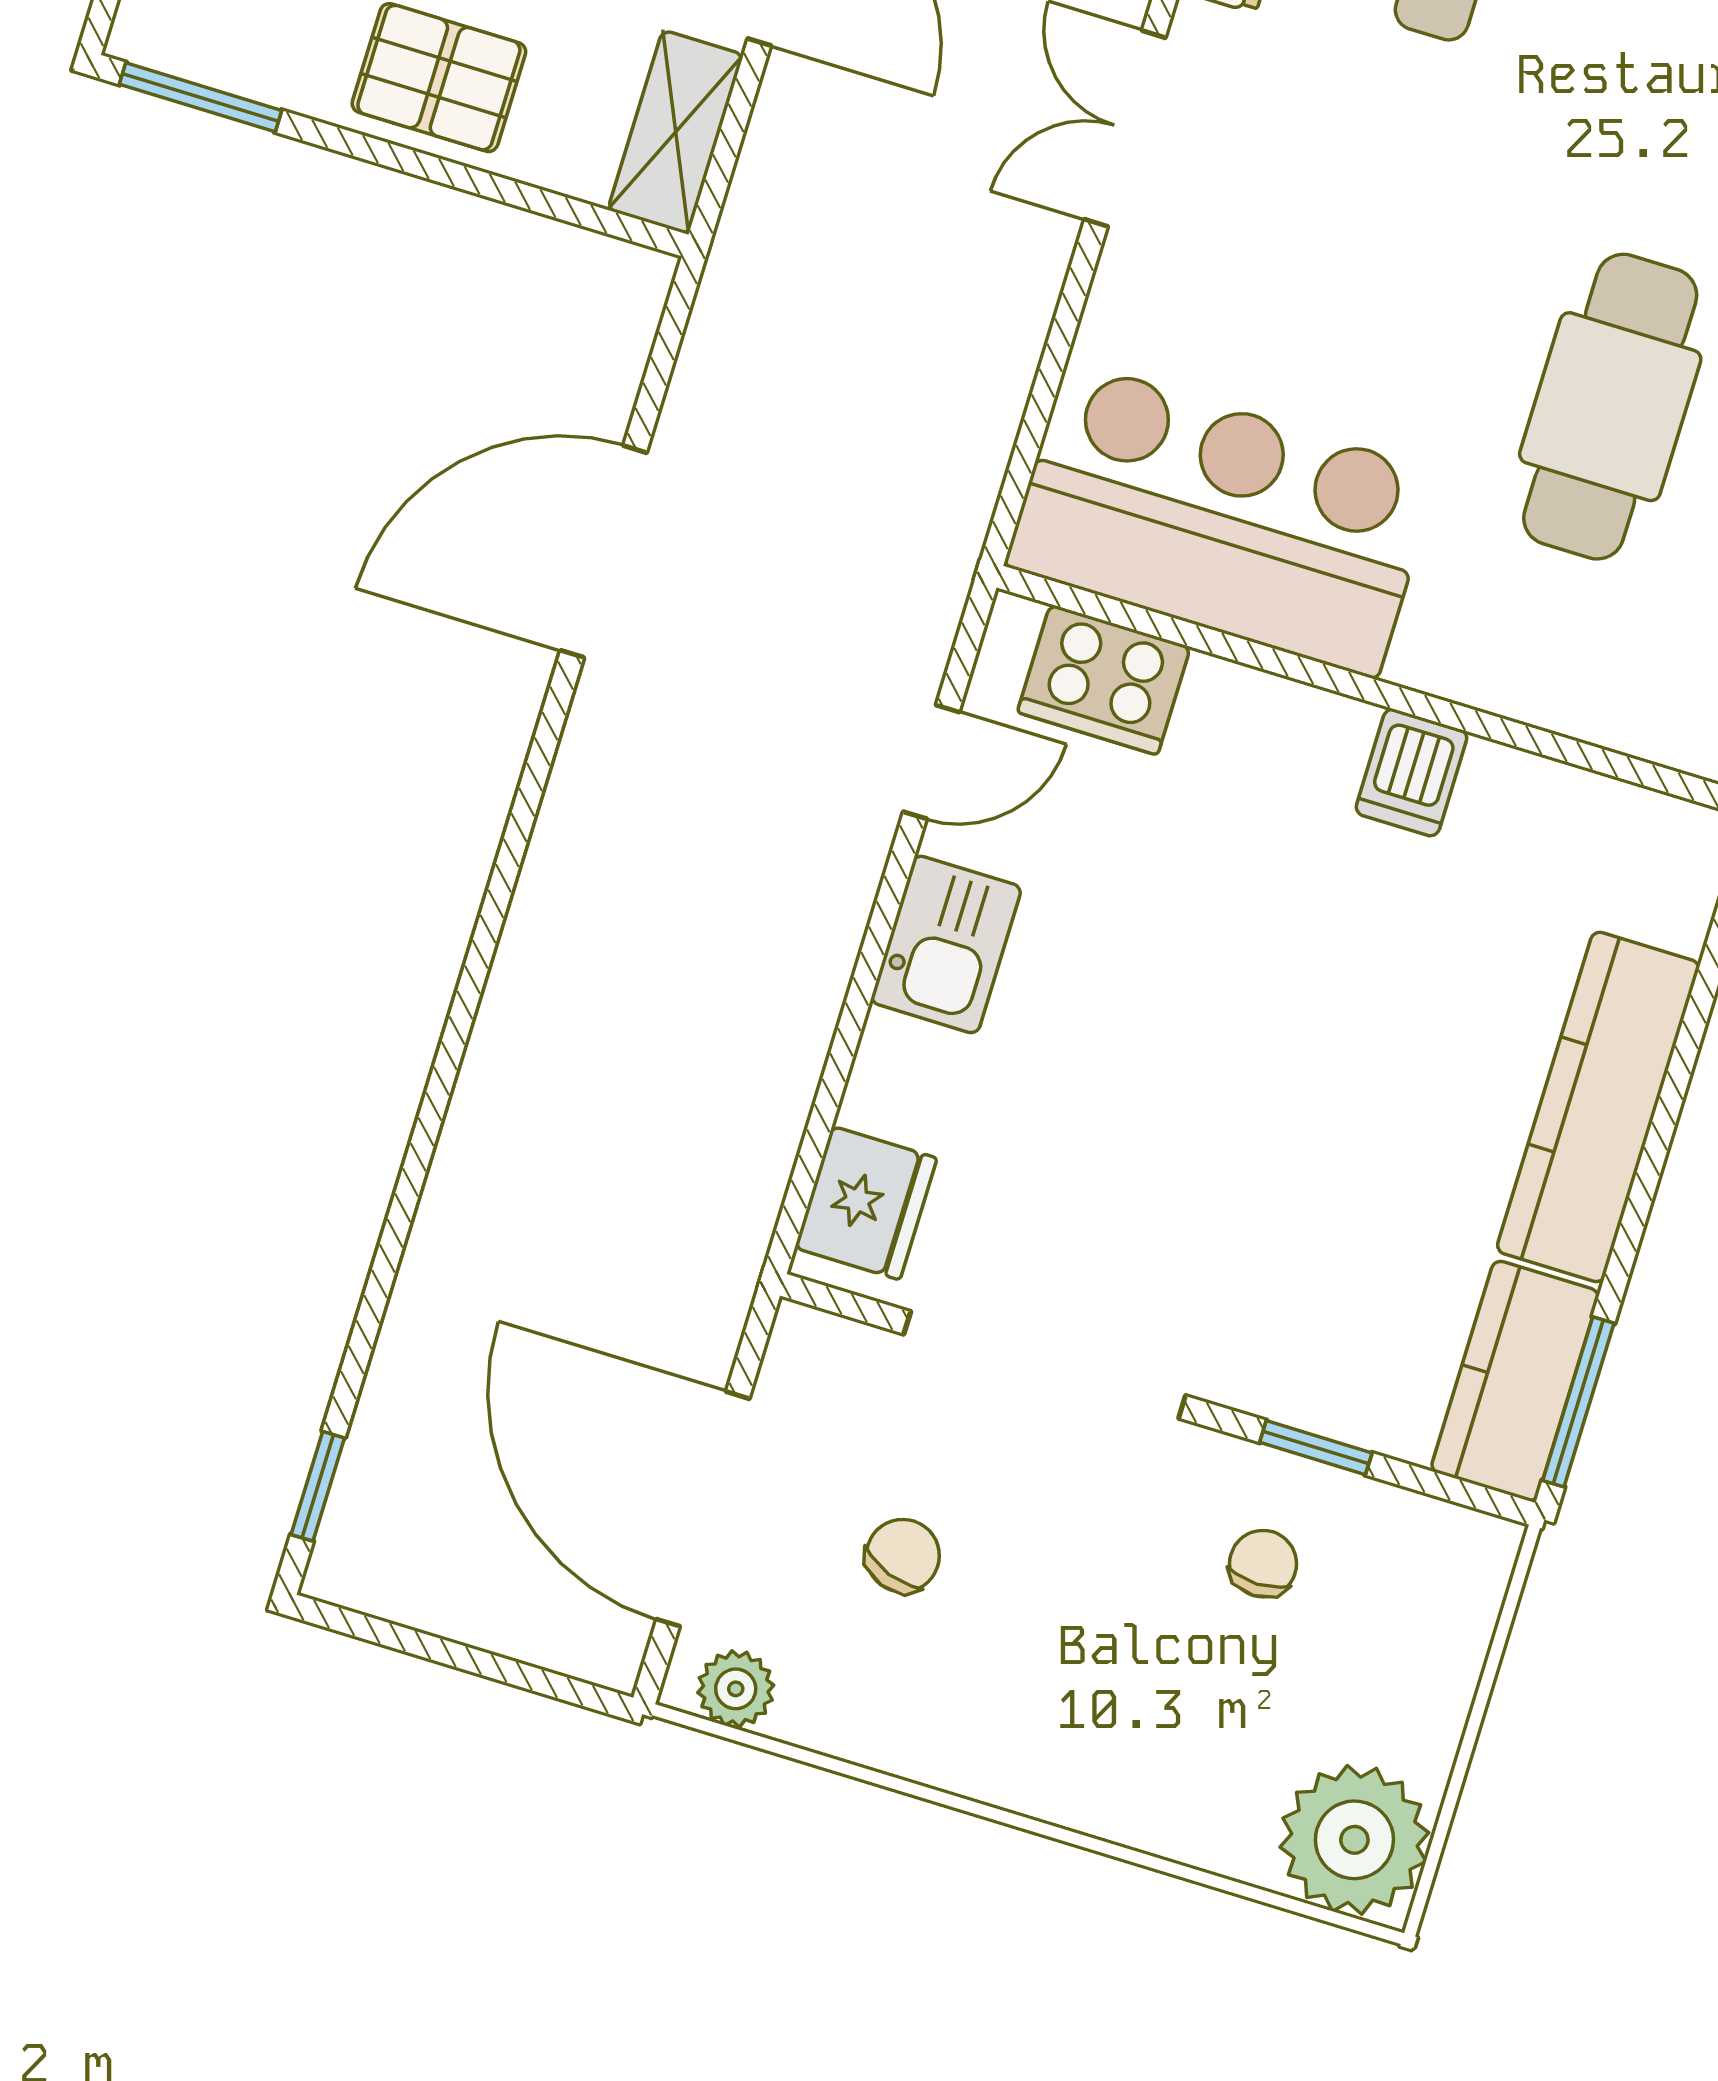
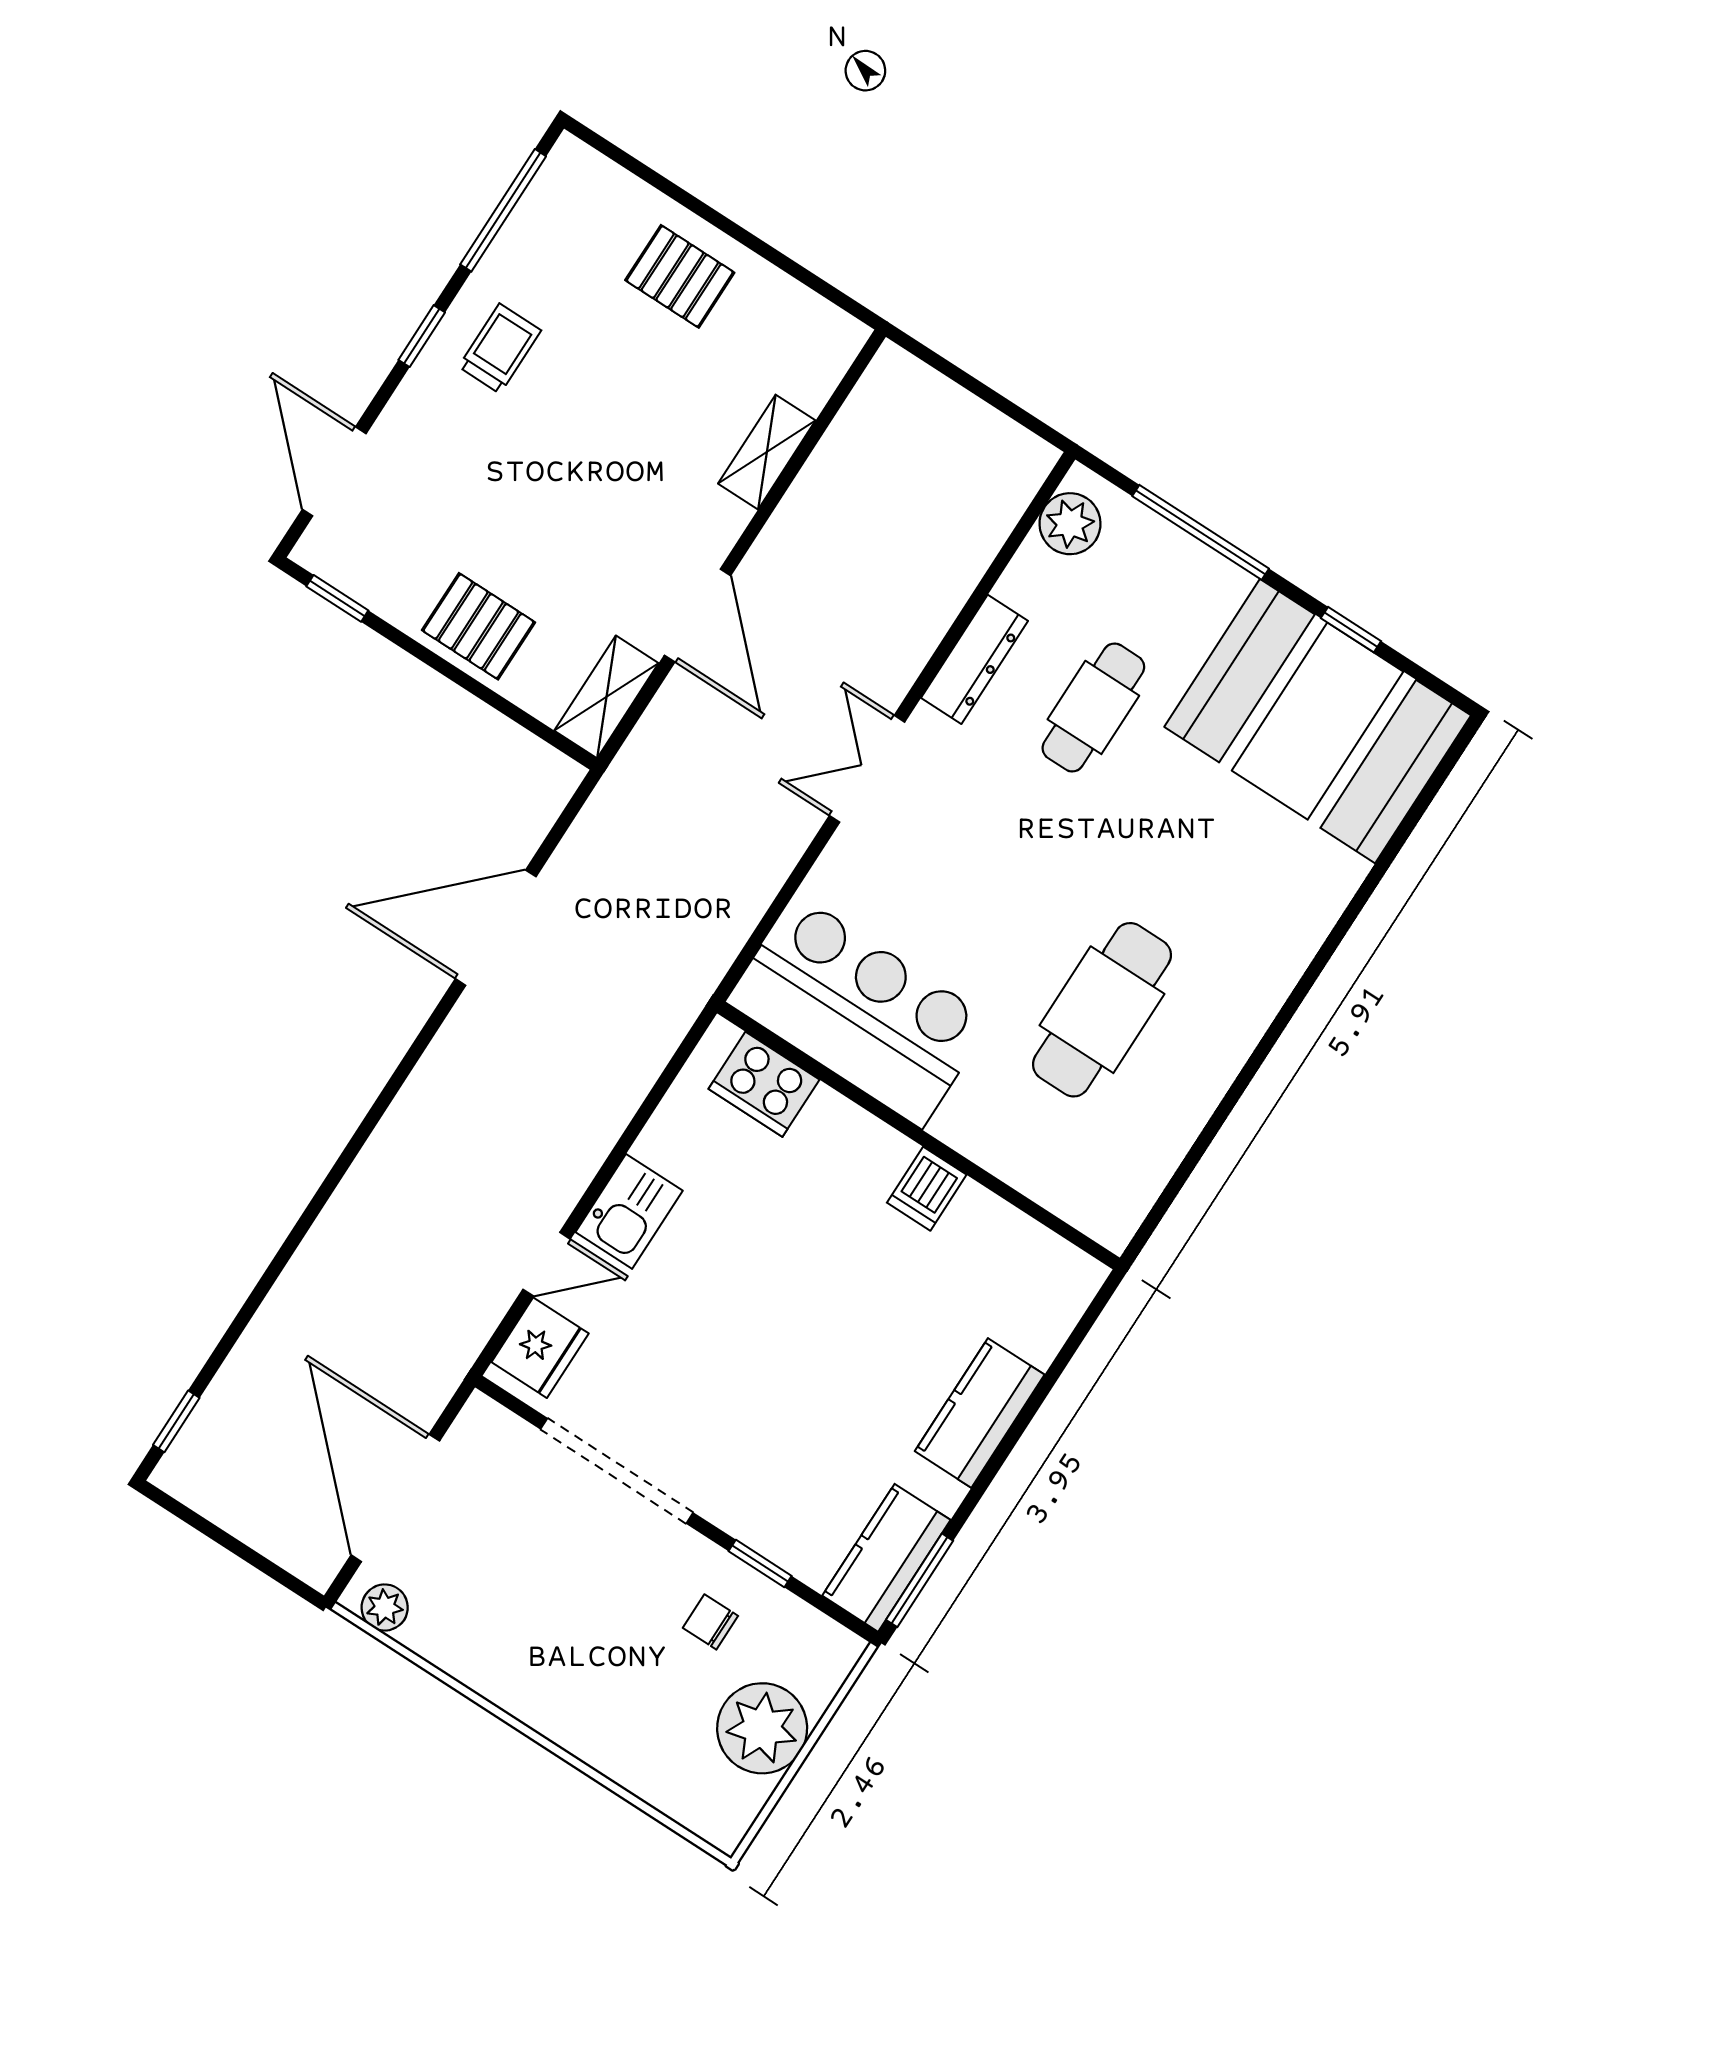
window: (201, 97) -> (337, 598), width x0.67
door: (931, 762) -> (547, 1264), moved
kitchen counter: (1598, 1107) -> (980, 1413), width x0.67
chair: (903, 1556) -> (503, 1558), removed
chair: (1263, 1564) -> (710, 1622), turned -90
plant: (1354, 1840) -> (762, 1728), moved

